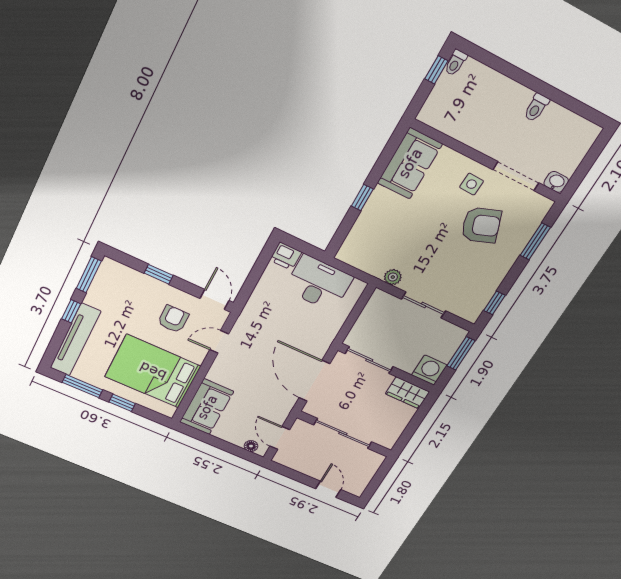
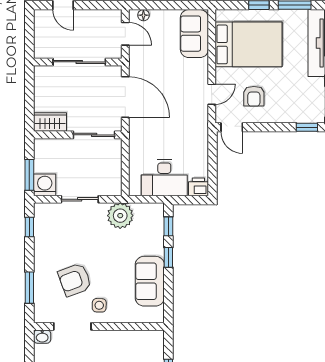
sofa: (410, 163) -> (150, 281), moved
window: (343, 231) -> (168, 226), added
window: (159, 274) -> (307, 127), moved
plant: (393, 277) -> (120, 216), width x1.87, depth x1.87
washing machine: (429, 370) -> (45, 185), moved, turned 180

